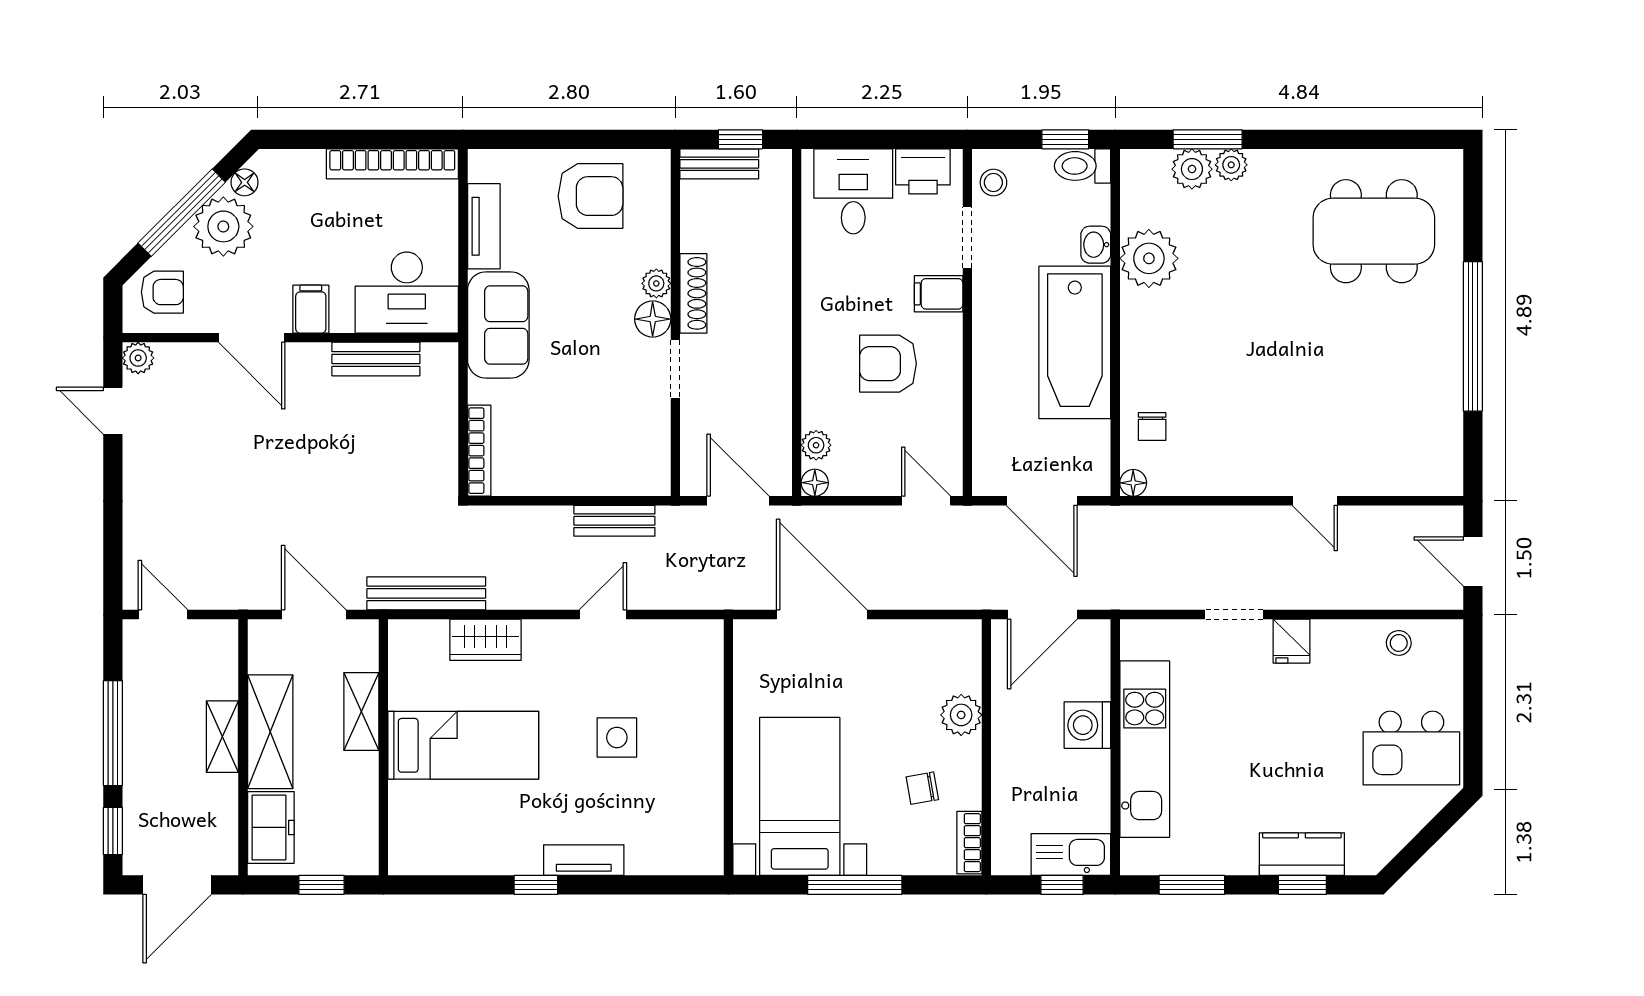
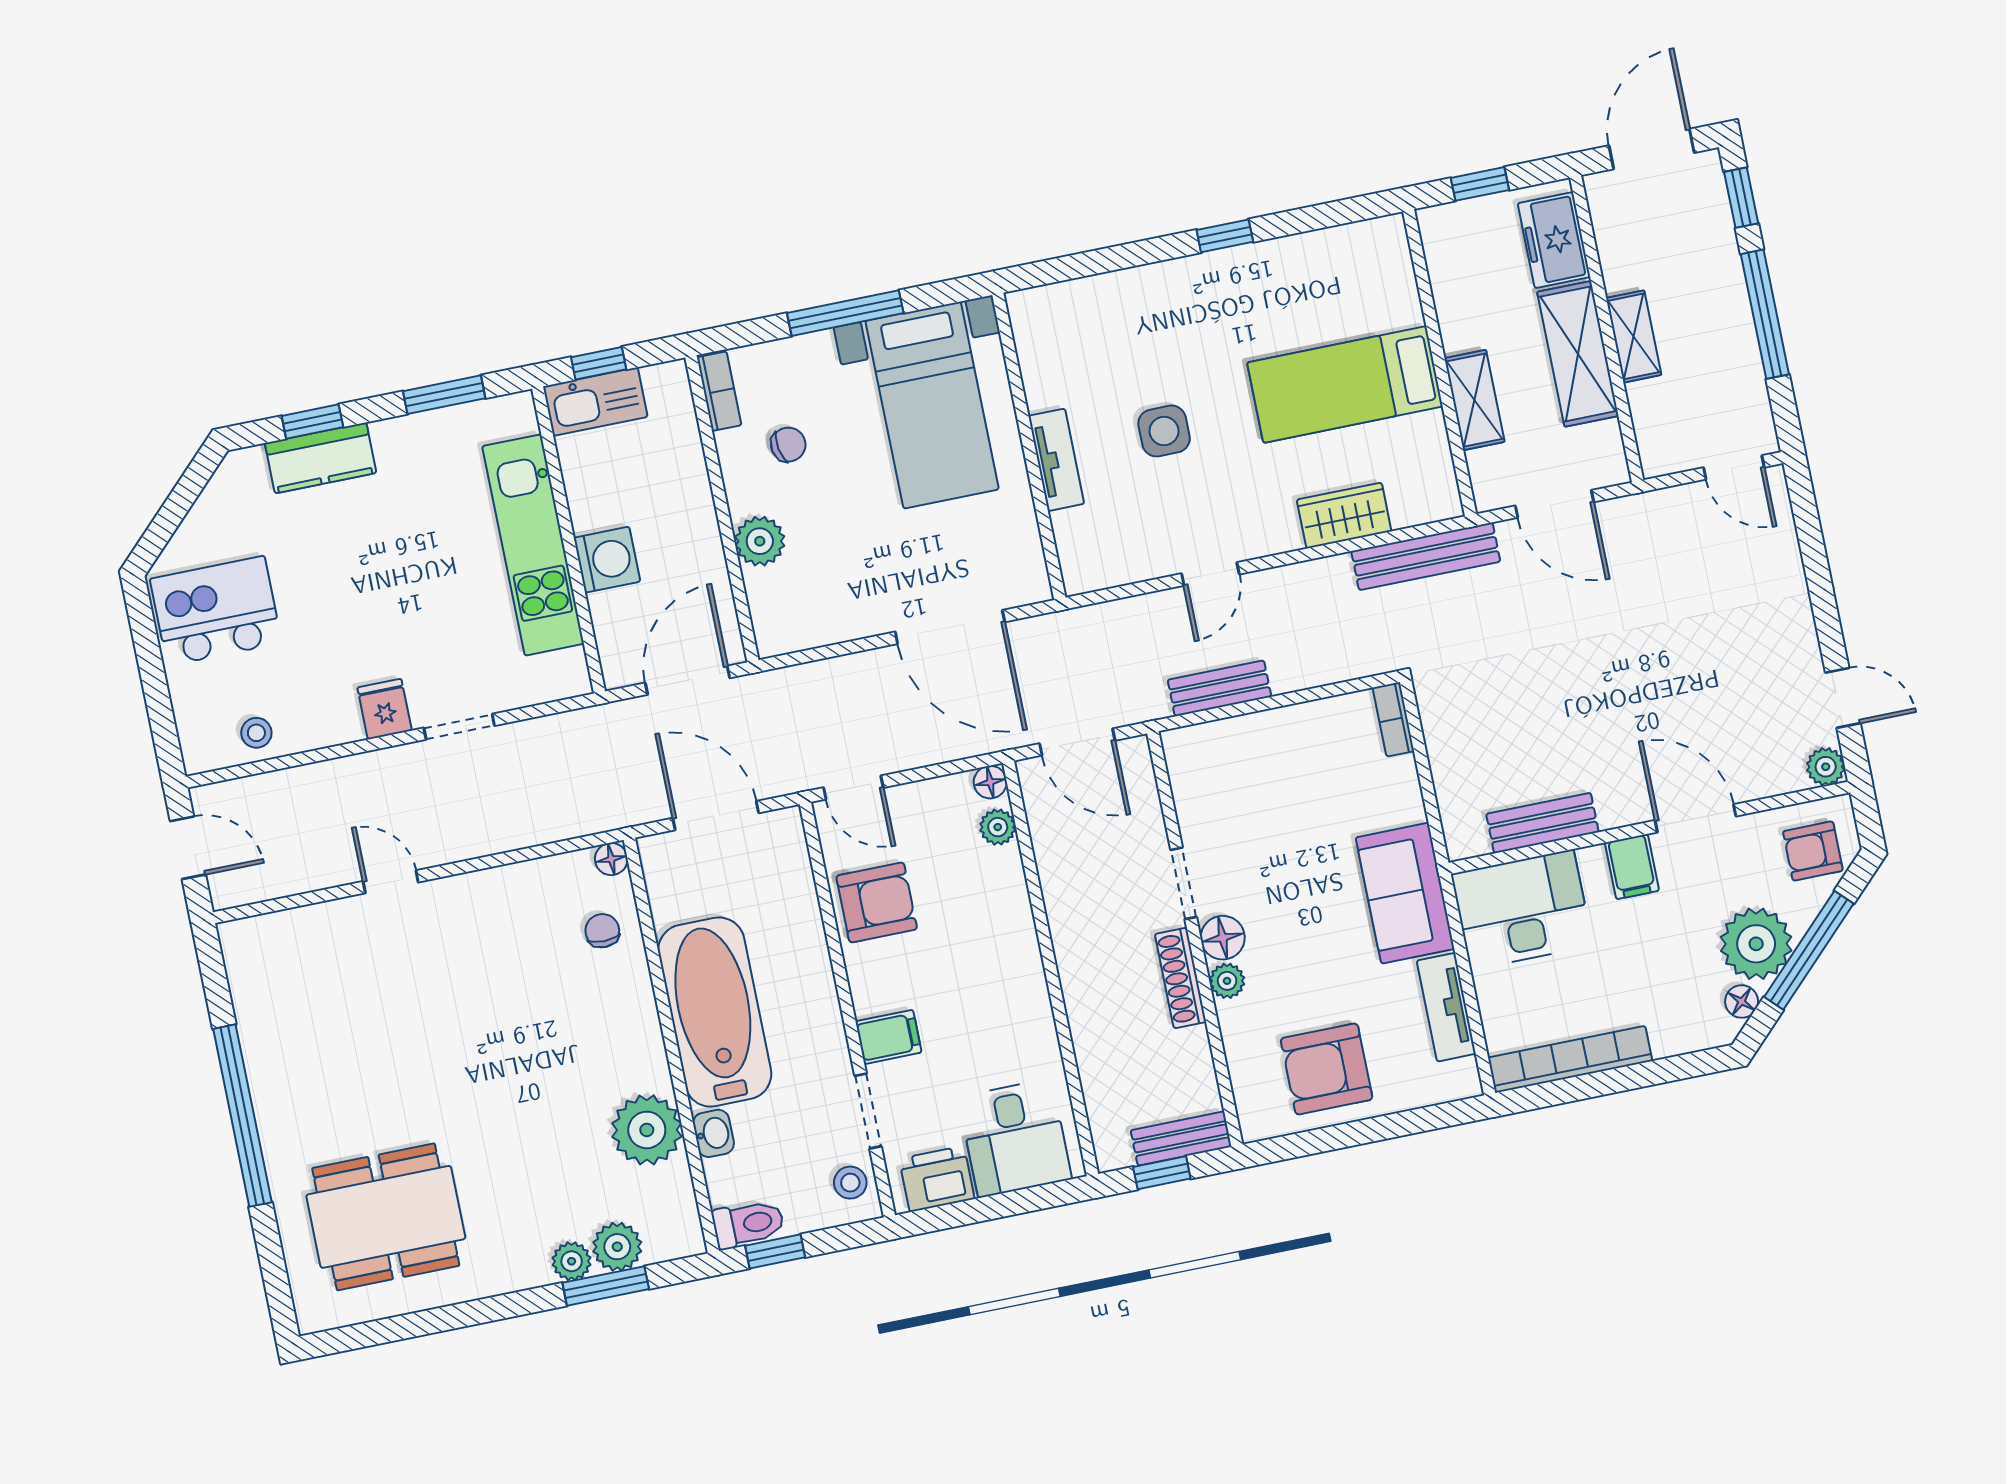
armchair: (888, 364) -> (877, 902), moved
bookcase: (479, 451) -> (1393, 719), width x0.64
tv unit: (584, 860) -> (1056, 460), moved, turned -90

